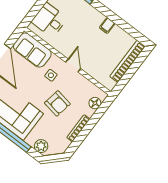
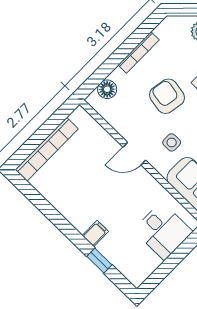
filing cabinet: (107, 26) -> (95, 233), moved
door: (73, 65) -> (134, 154), hinge flipped

